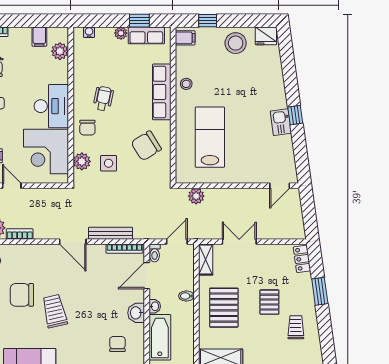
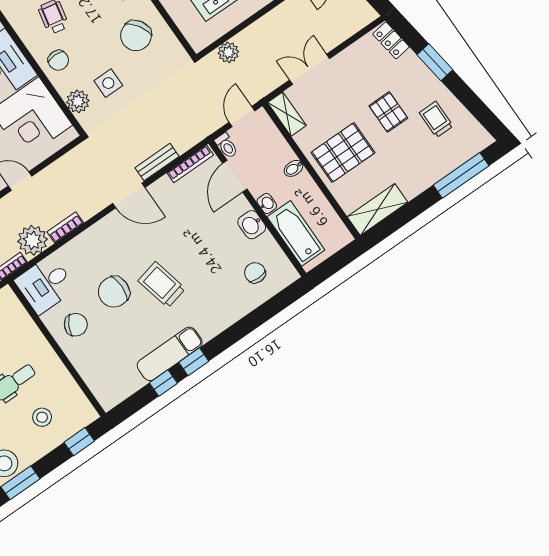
bench: (110, 233) -> (157, 162), width x0.73
pallet: (224, 308) -> (343, 153), turned 90

